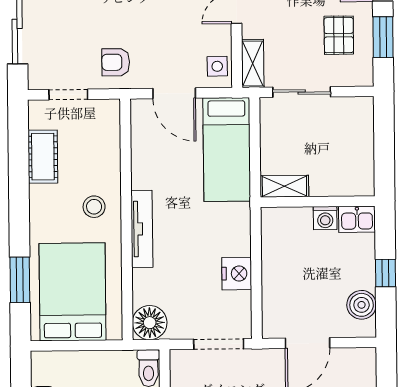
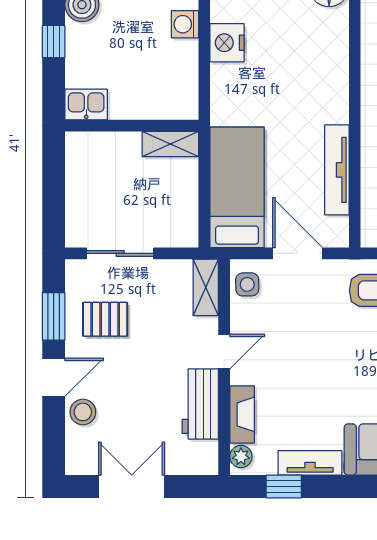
pallet: (339, 35) -> (105, 319), turned 90
sliding door: (302, 92) -> (120, 253), moved
washing machine: (325, 218) -> (185, 24), moved, turned -90
tv unit: (142, 229) -> (337, 170), moved

